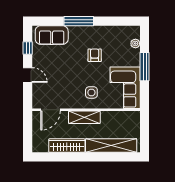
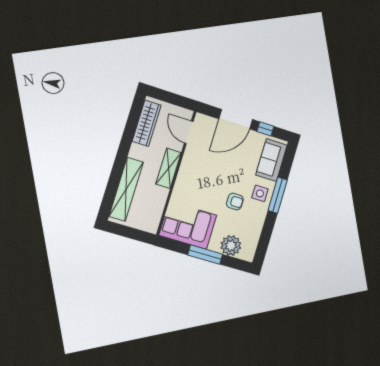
plant: (135, 43) -> (231, 246), width x1.88, depth x1.88
door: (28, 75) -> (236, 119), width x1.87
side table: (91, 92) -> (260, 193), moved
wardrobe: (67, 146) -> (147, 123), moved

